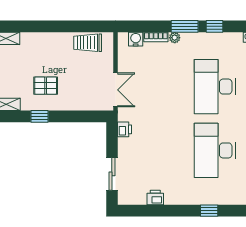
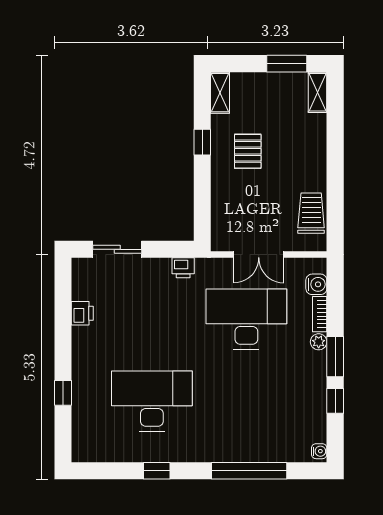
desk: (215, 87) -> (246, 319), moved
double door: (116, 90) -> (259, 255), moved

